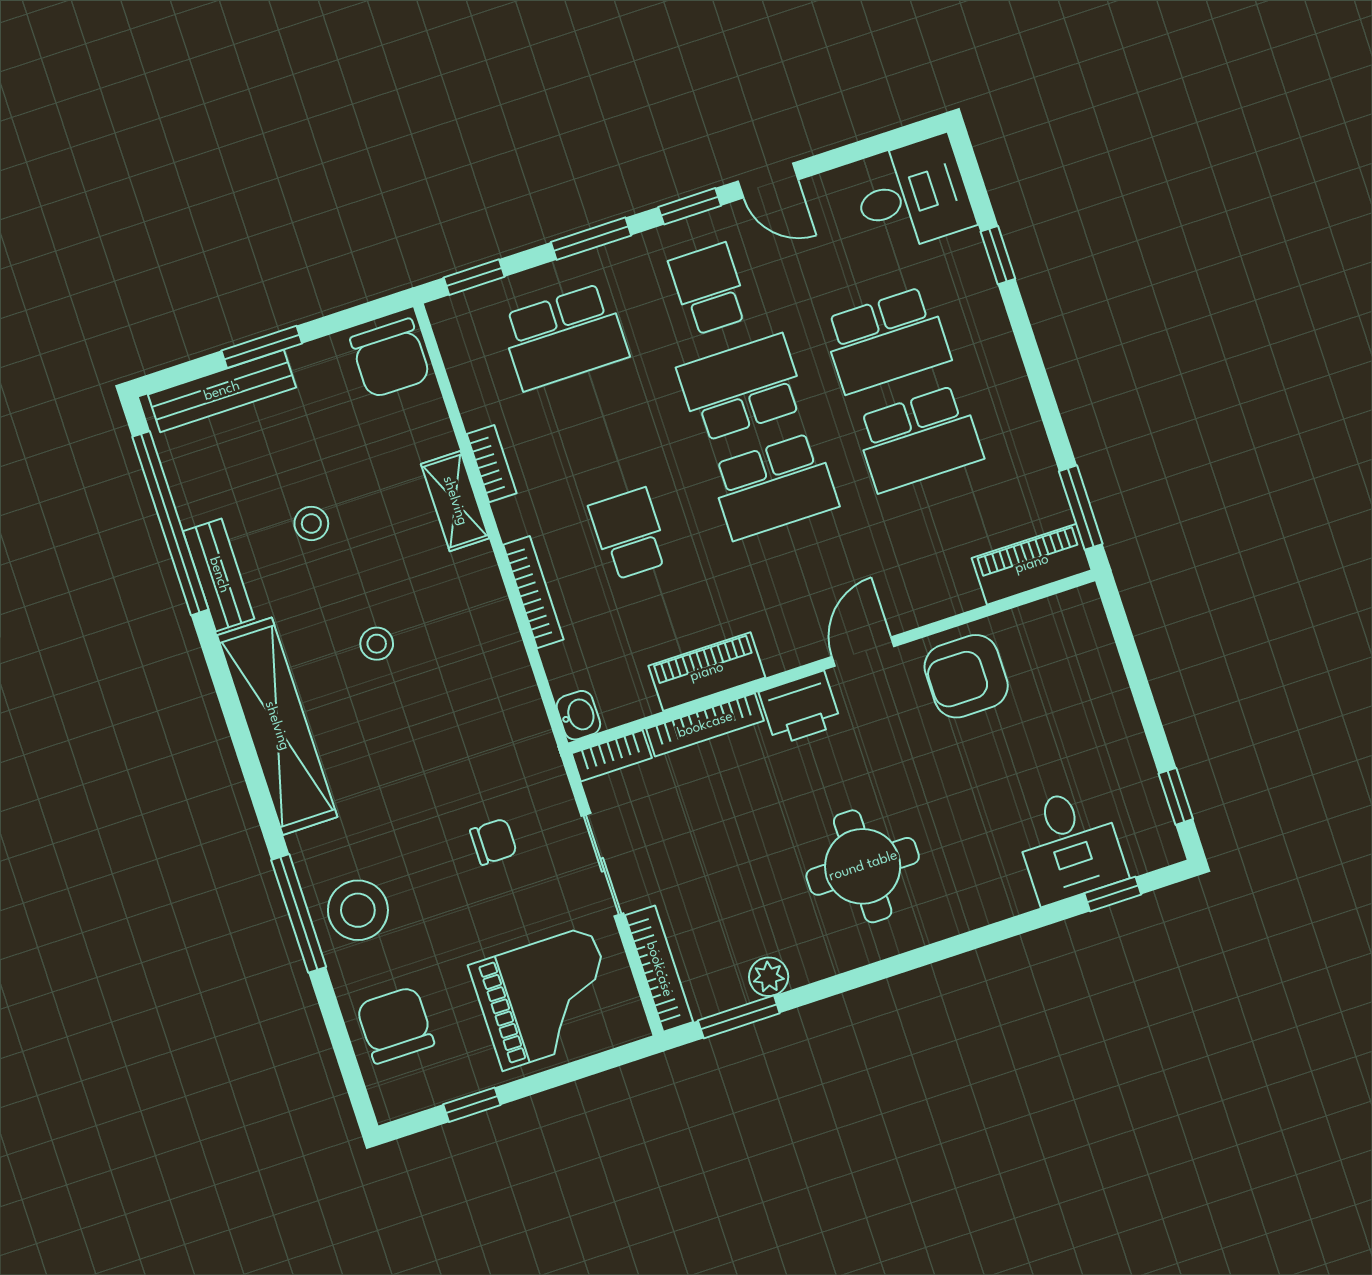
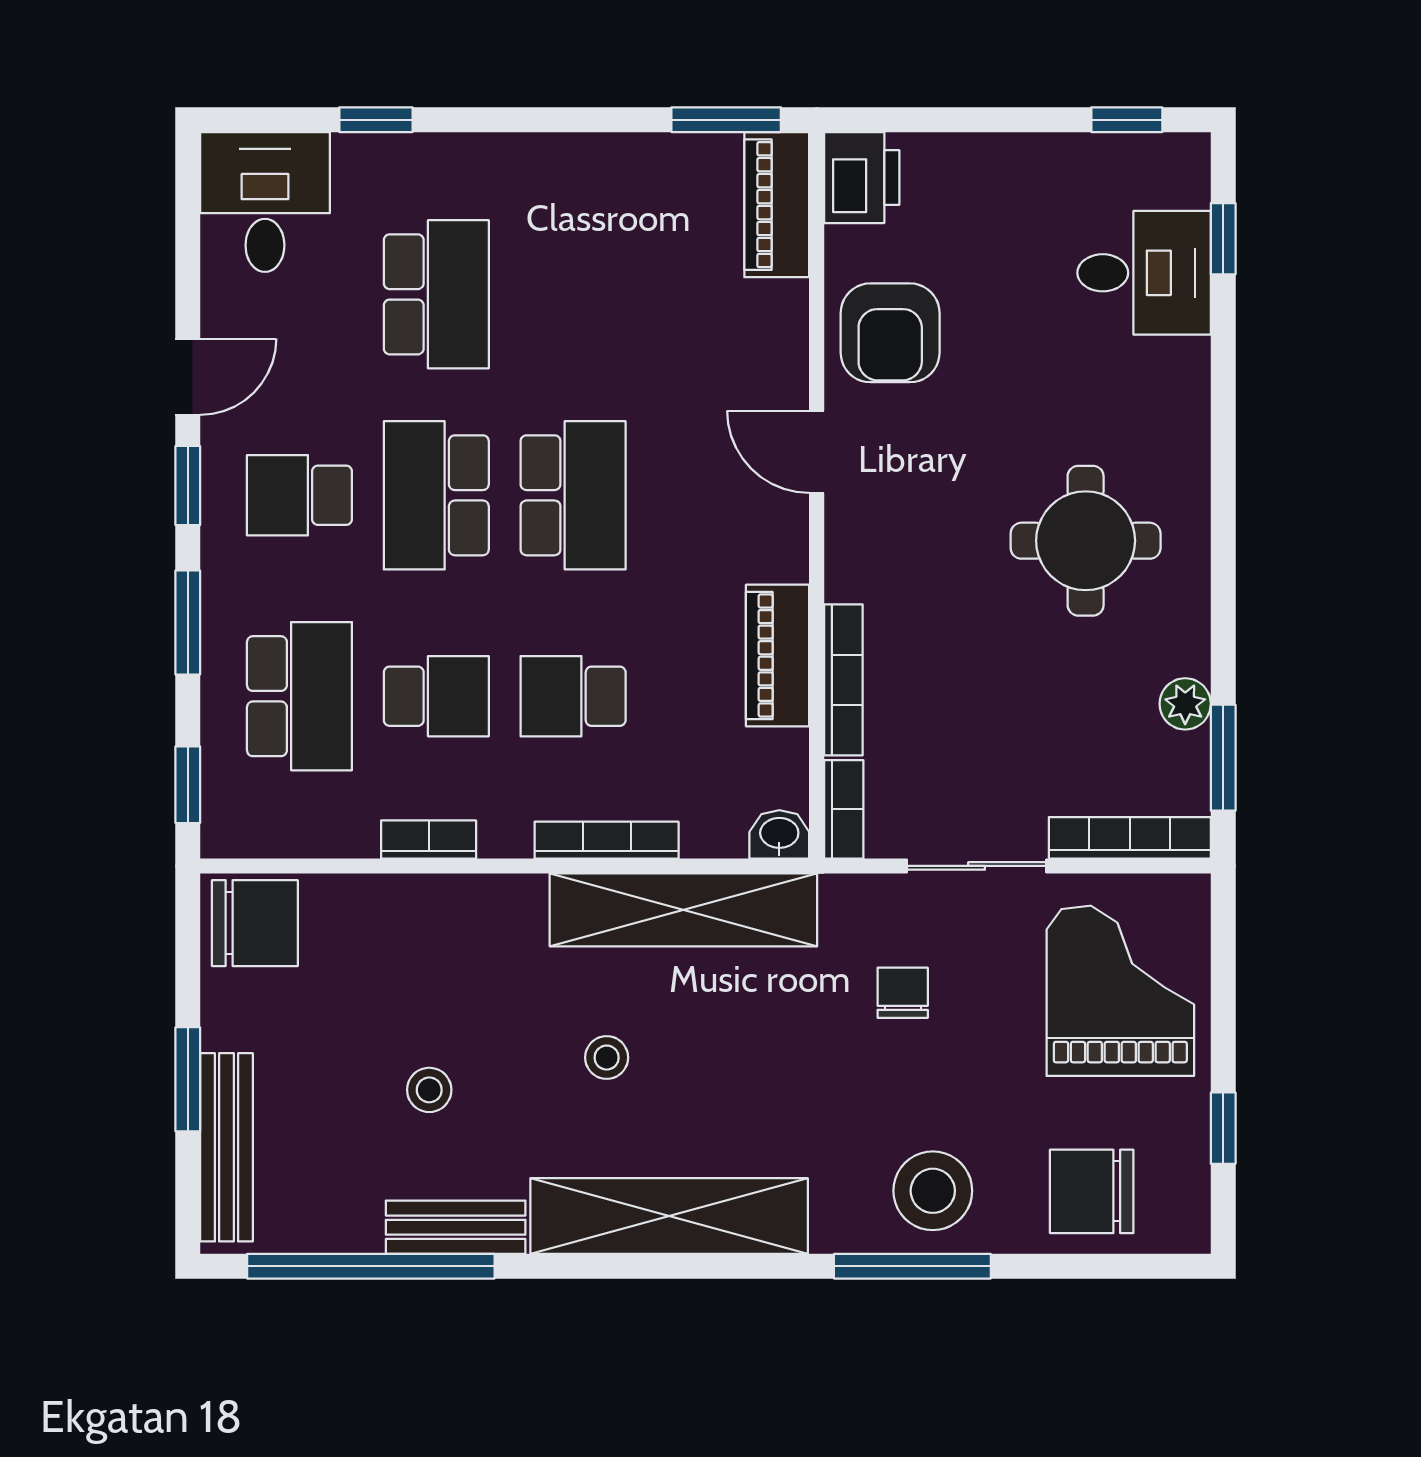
school desk: (919, 439) -> (436, 696), moved, width x0.54
shelving: (455, 501) -> (683, 910), moved, width x2.20, depth x1.33
printer: (800, 708) -> (862, 178), moved

